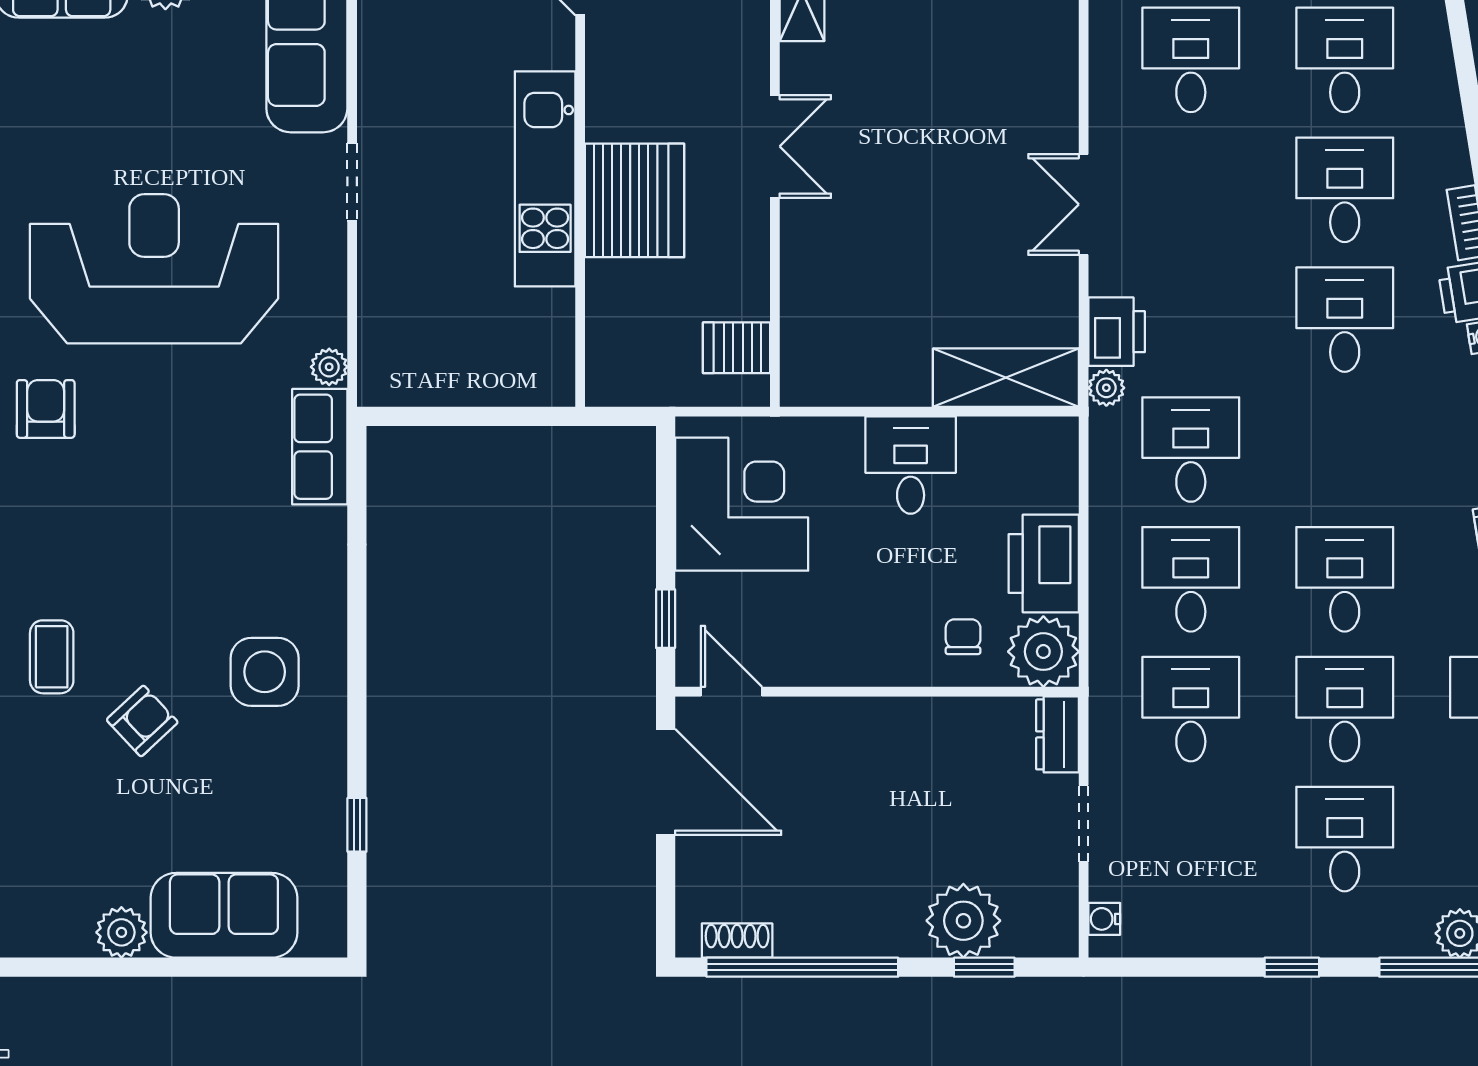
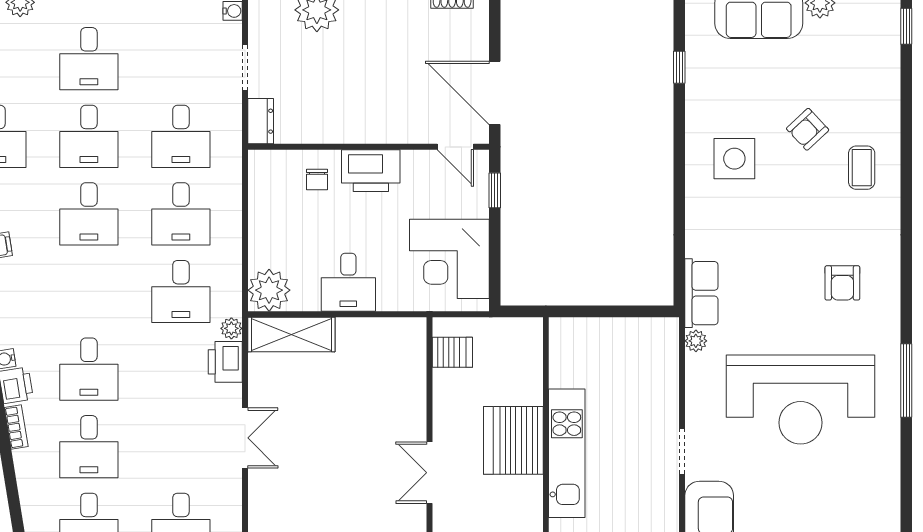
armchair: (46, 409) -> (842, 283), moved
printer: (1044, 563) -> (371, 171), moved, turned 90
plant: (1043, 652) -> (269, 290), moved

